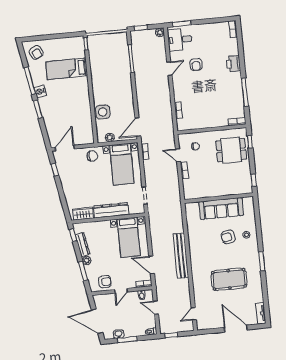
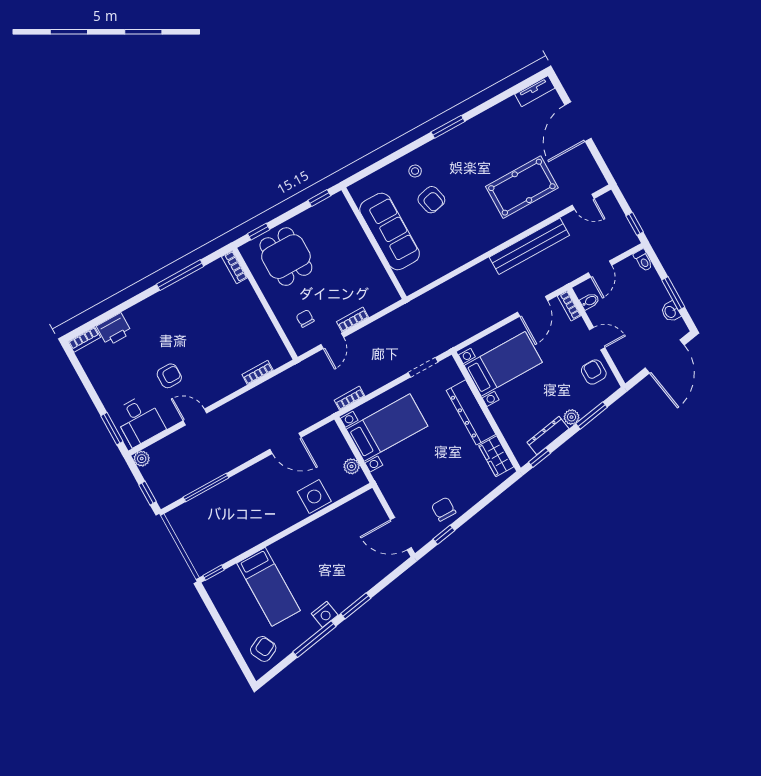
printer: (233, 64) -> (114, 329), moved
door: (138, 127) -> (286, 443), moved
chair: (92, 156) -> (444, 509), moved
bench: (181, 256) -> (529, 246), moved
pool table: (229, 279) -> (522, 187), moved, turned 90

